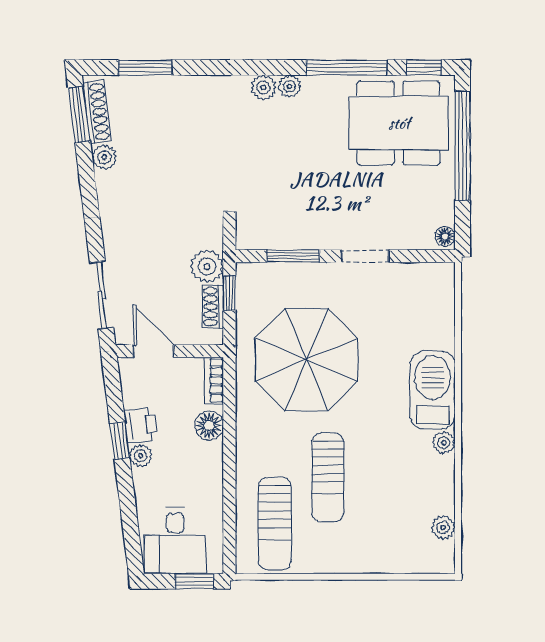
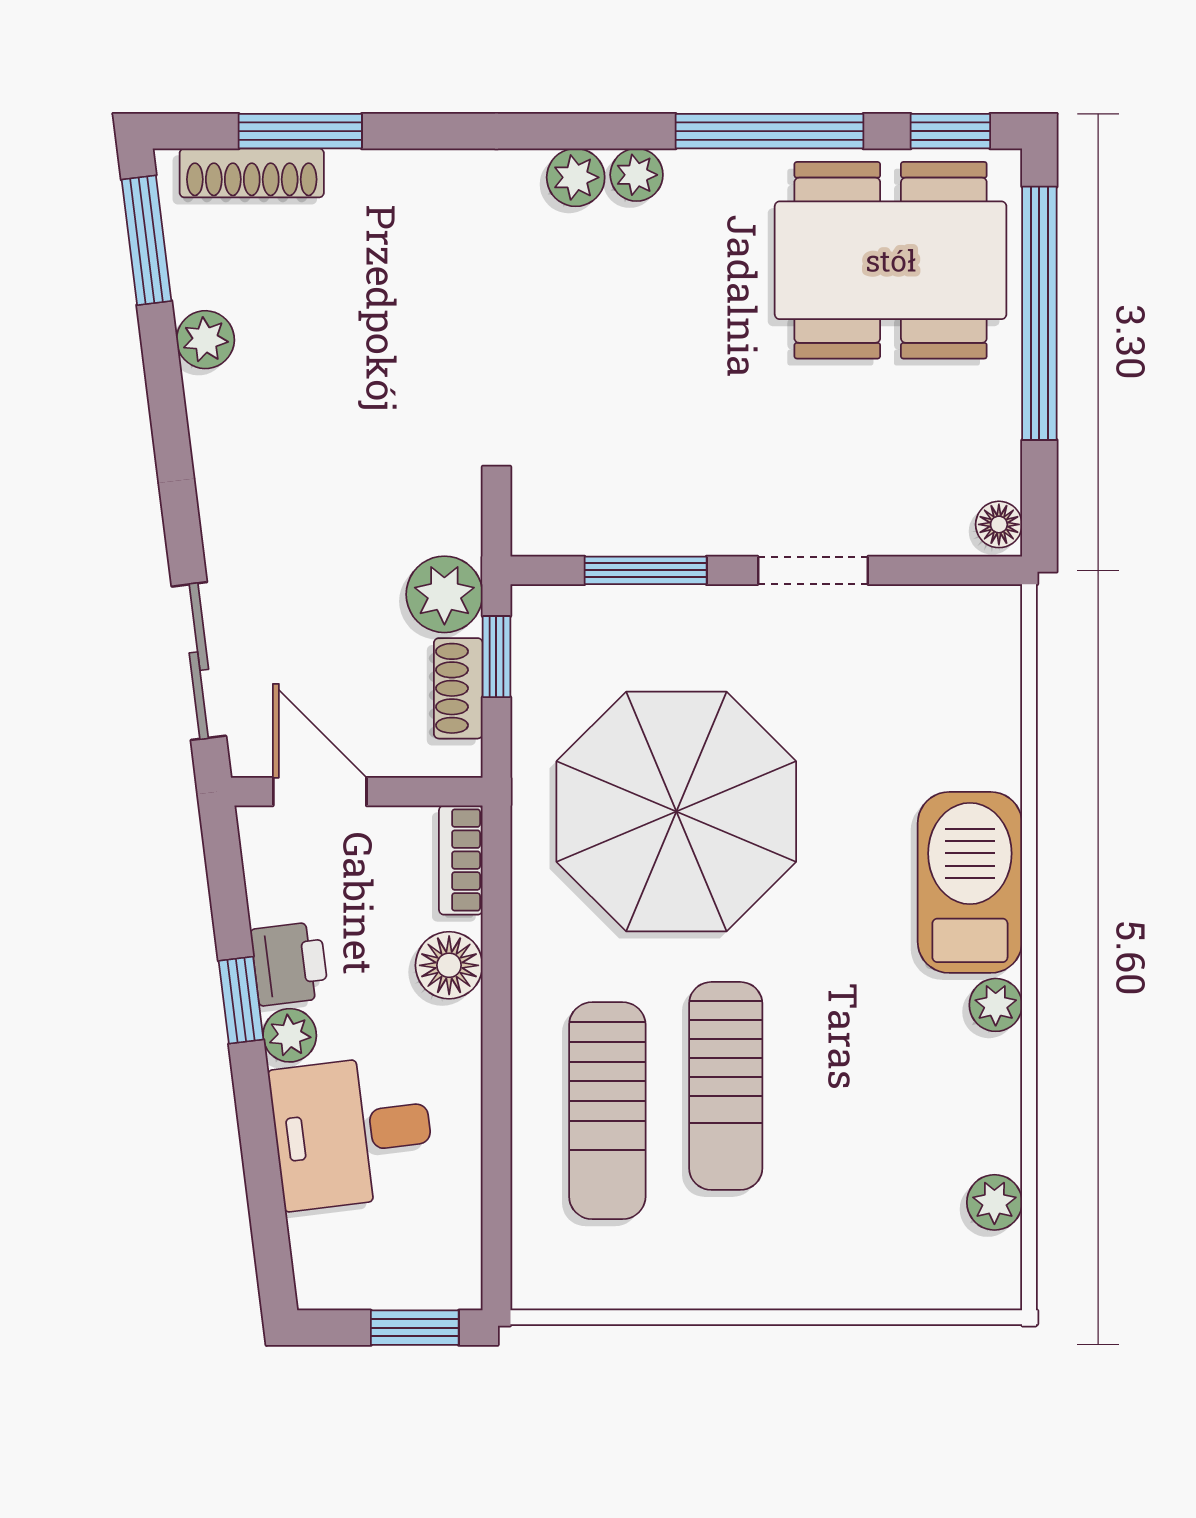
shoe rack: (97, 112) -> (252, 173), moved, turned 97
sun lounger: (275, 524) -> (607, 1111), moved
desk: (175, 541) -> (353, 1132), moved, turned 83

